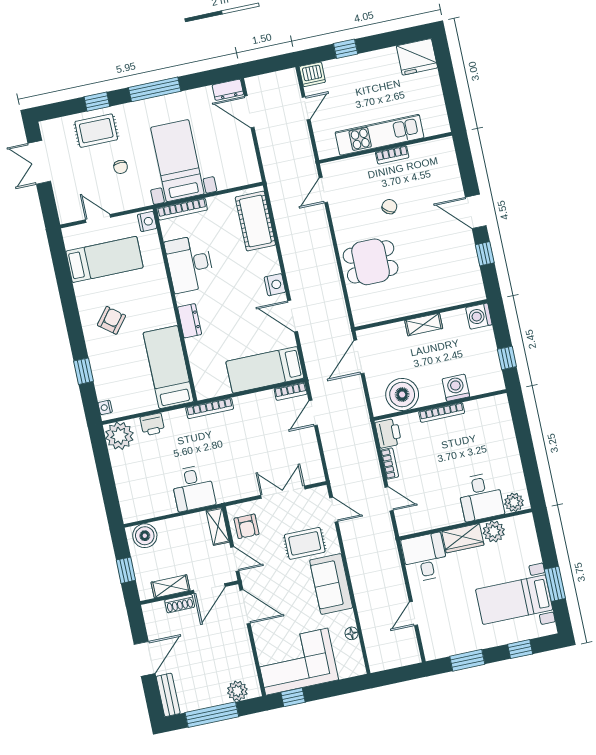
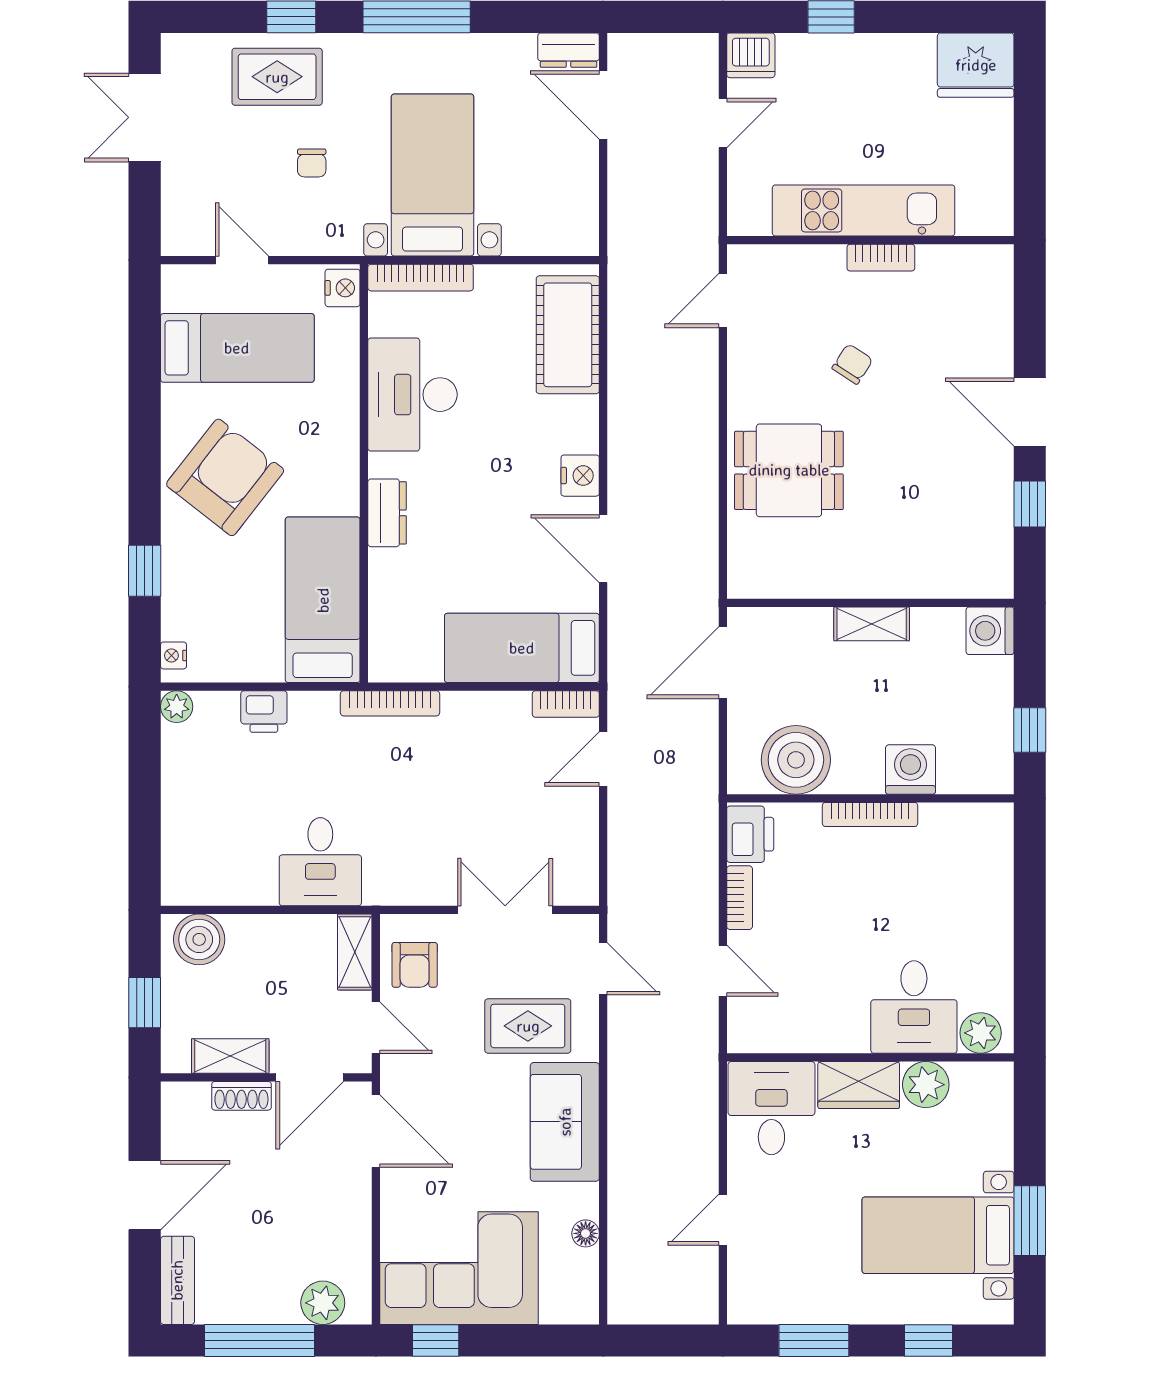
armchair: (111, 320) -> (225, 477), width x1.88, depth x1.88
plant: (119, 436) -> (177, 707), width x0.53, depth x0.53

